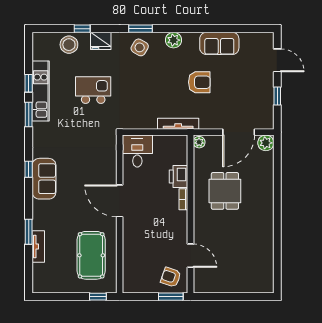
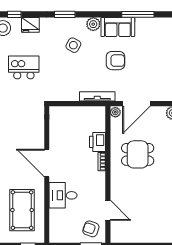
window: (225, 29) -> (138, 14), added
sofa: (219, 43) -> (118, 27), moved
side table: (140, 47) -> (73, 45), moved
door: (239, 132) -> (136, 104), moved
desk: (137, 151) -> (63, 195), moved, turned -90
dining table: (225, 191) -> (138, 154), turned 90

